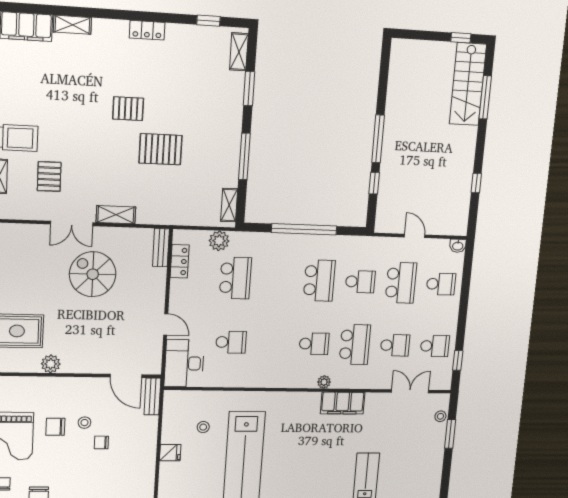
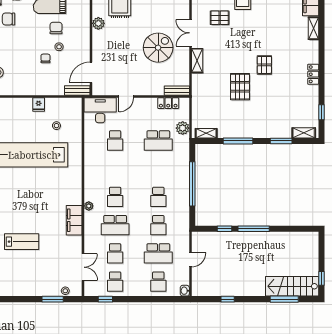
school desk: (319, 280) -> (158, 197), width x0.54

